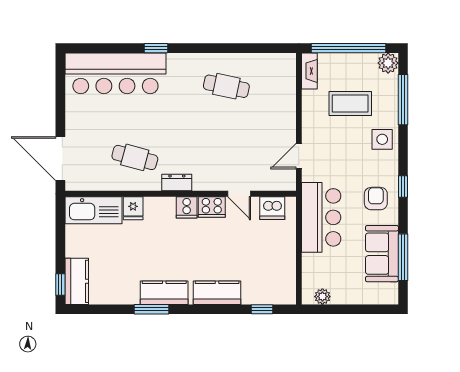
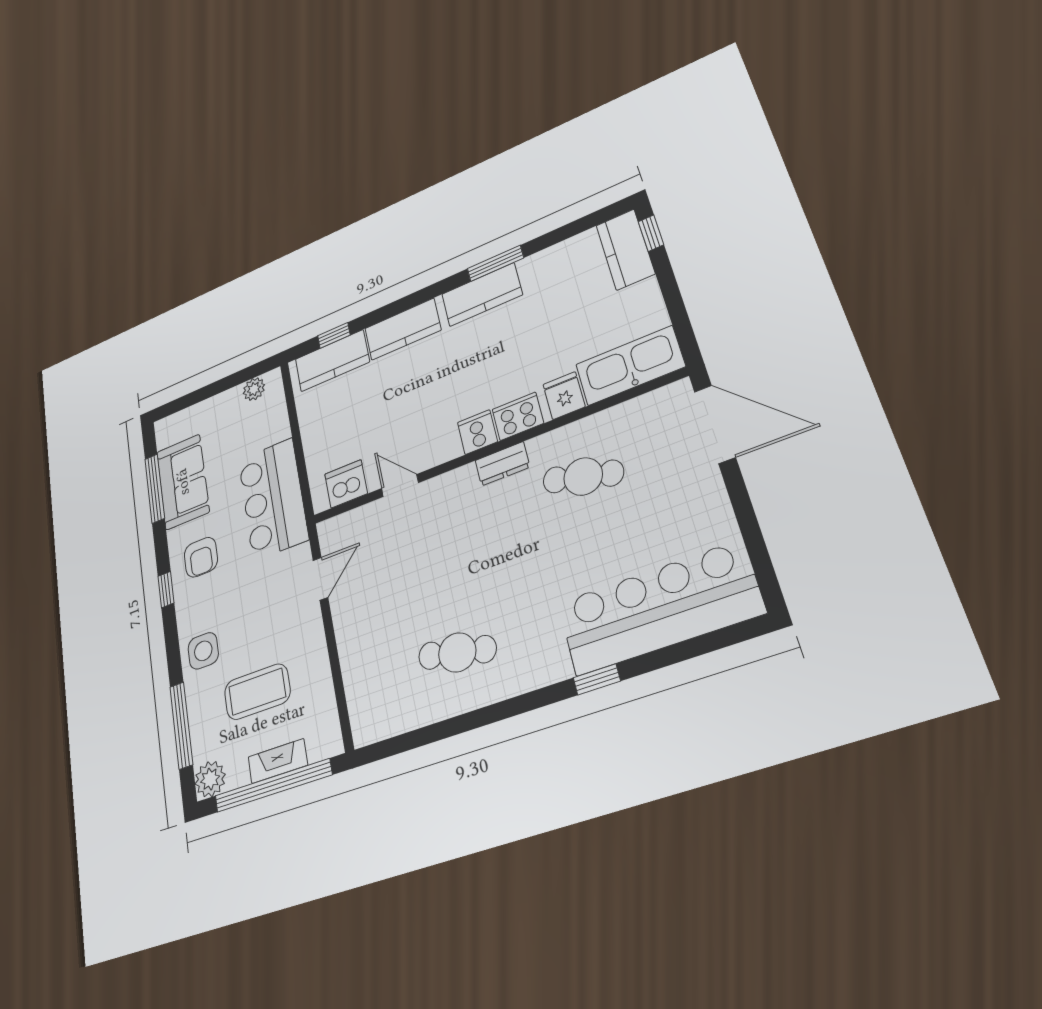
fireplace: (309, 71) -> (278, 761), moved, turned 90
cooker: (212, 207) -> (518, 416), moved
kitchen counter: (266, 292) -> (332, 361), added

